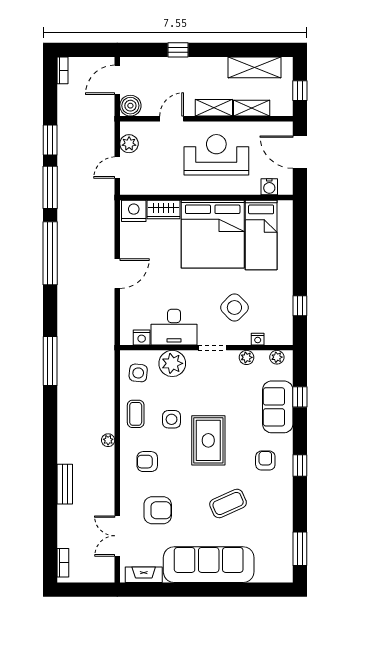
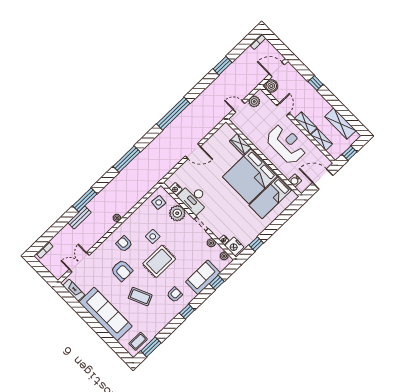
door: (172, 119) -> (283, 109), hinge flipped
door: (300, 152) -> (323, 179), hinge flipped
window: (50, 187) -> (85, 200), moved
nightstand: (134, 211) -> (234, 246), moved, turned 180
side table: (234, 308) -> (228, 216), removed
coffee table: (136, 414) -> (138, 341), moved
armchair: (158, 510) -> (122, 270), moved

